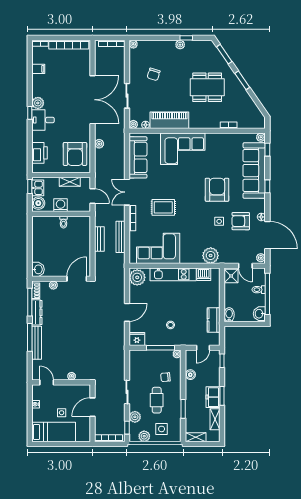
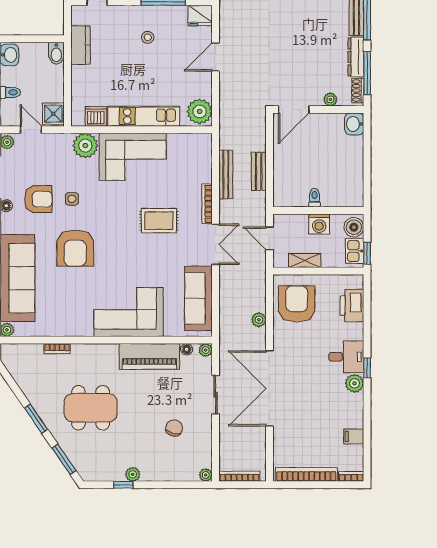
corner sofa: (158, 248) -> (133, 157), moved

